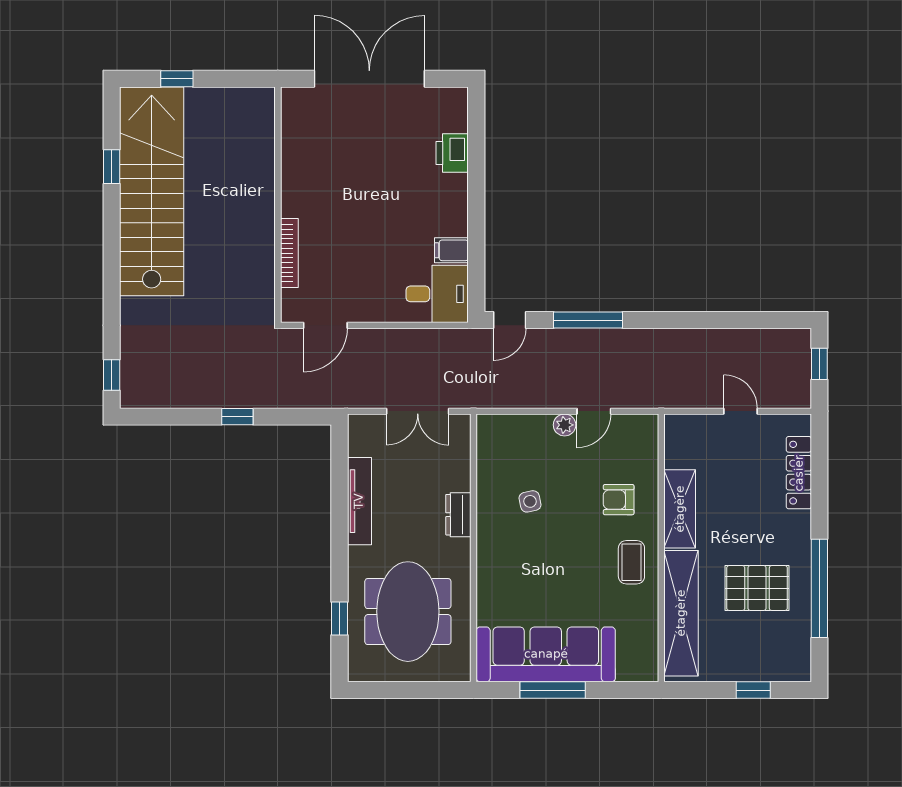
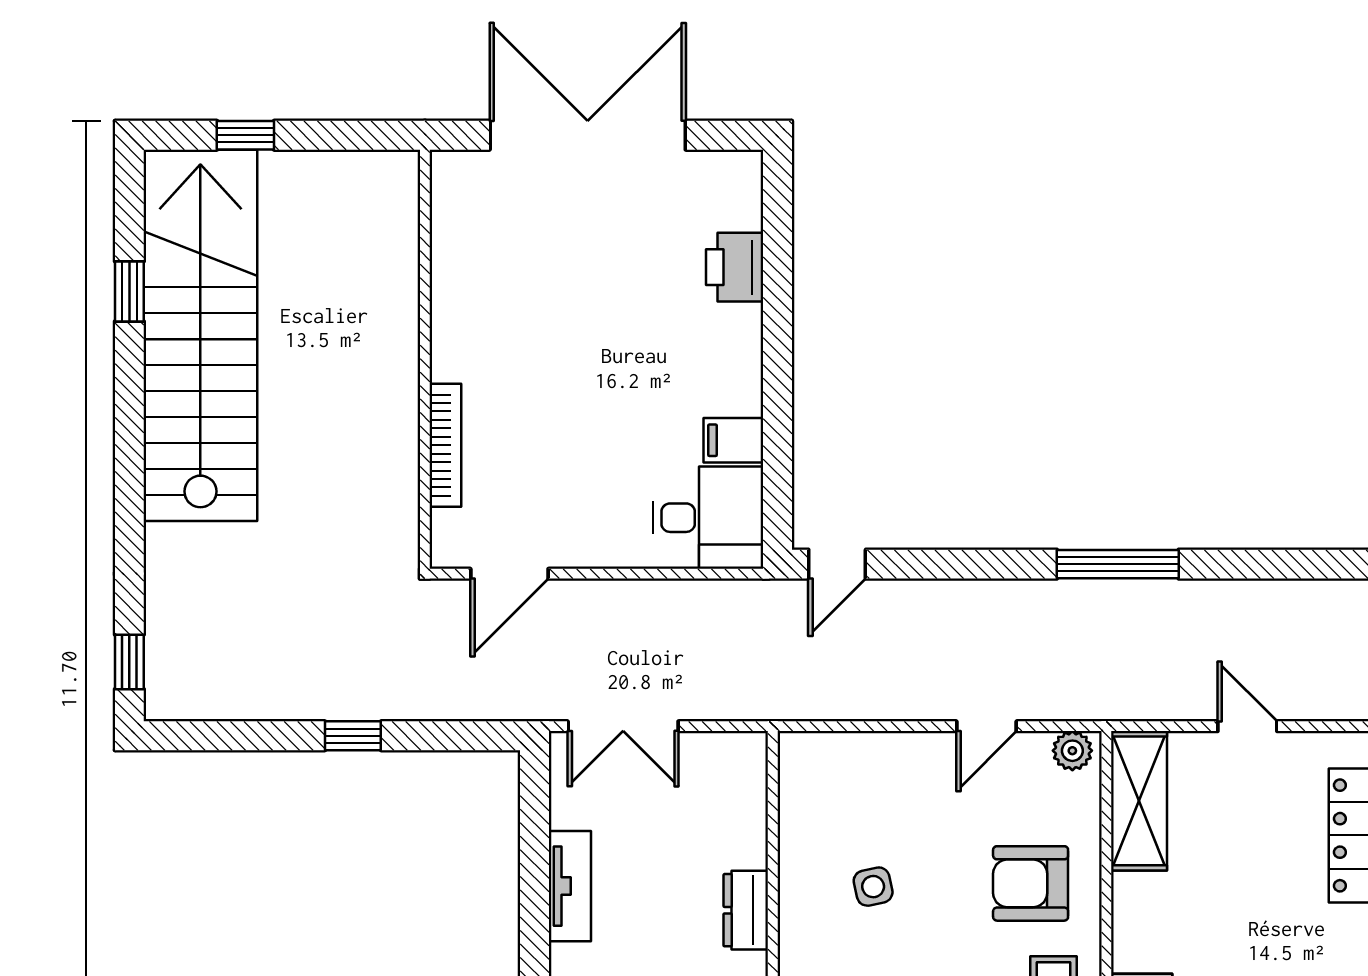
window: (588, 320) -> (1118, 564), moved
double door: (418, 411) -> (623, 726), moved
plant: (565, 425) -> (1072, 751), moved
armchair: (619, 500) -> (1031, 883), width x1.38, depth x1.38
tv unit: (359, 501) -> (570, 886), width x0.71
shelving: (680, 509) -> (1139, 801), moved

